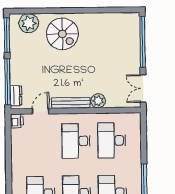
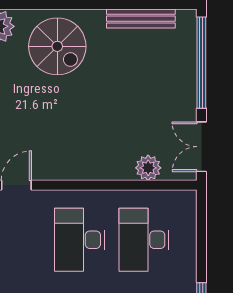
plant: (98, 101) -> (148, 168), moved
bench: (71, 103) -> (141, 19), moved

